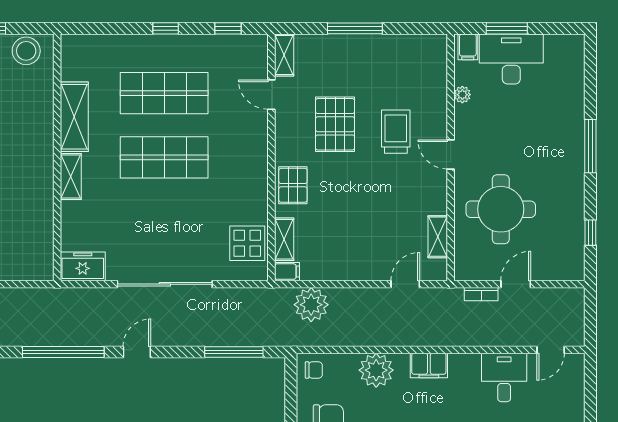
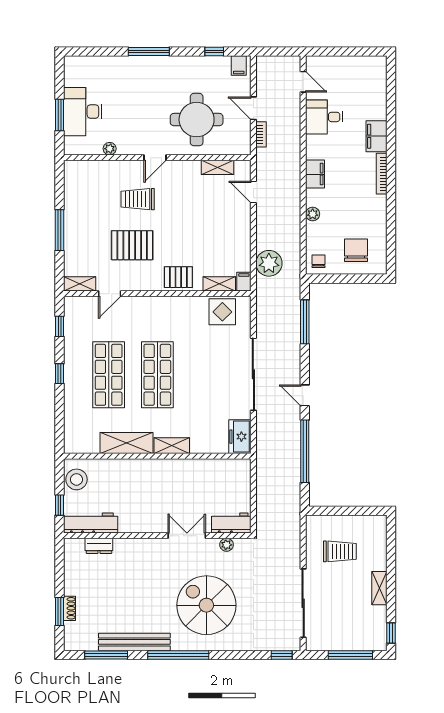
filing cabinet: (468, 47) -> (239, 65), moved, turned 90
plant: (376, 370) -> (313, 214), width x0.53, depth x0.53

